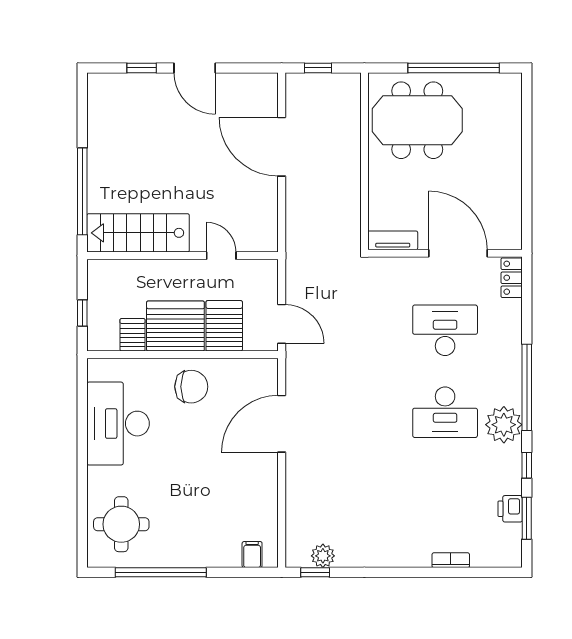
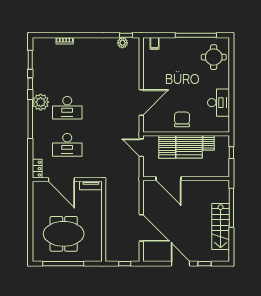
meeting table: (417, 120) -> (64, 234), moved
stairs: (138, 233) -> (221, 227), moved, turned 90
door: (221, 256) -> (169, 179), width x1.87
chair: (191, 387) -> (182, 119), turned 90
desk: (445, 412) -> (67, 108), turned 180
desk: (118, 424) -> (218, 103), width x0.73, depth x0.77
printer: (510, 509) -> (38, 64), removed

